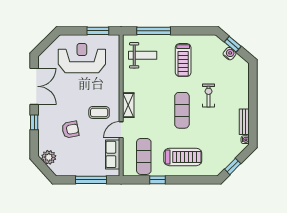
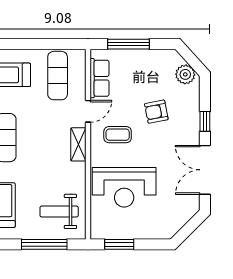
reception desk: (82, 58) -> (124, 187), moved
window: (158, 180) -> (39, 44), removed

